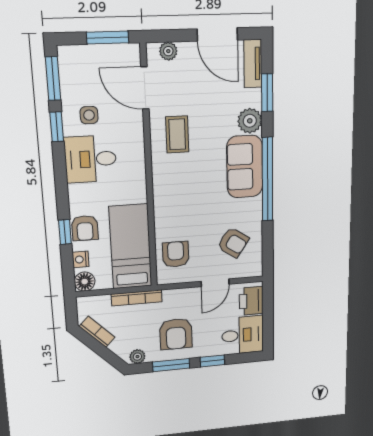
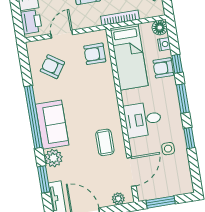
window: (53, 79) -> (183, 98), moved
door: (145, 88) -> (132, 172), hinge flipped
desk: (91, 159) -> (143, 120), moved, turned 180
armchair: (85, 228) -> (163, 68), turned -90
armchair: (176, 254) -> (95, 54), turned 90

